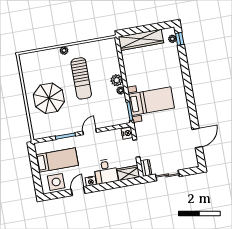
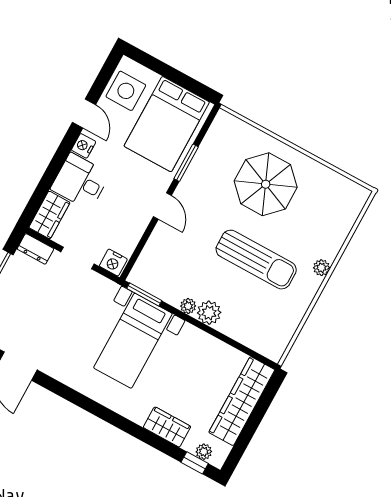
wardrobe: (174, 61) -> (167, 427), added
sun lounger: (81, 78) -> (256, 260), turned 180
bed: (57, 160) -> (167, 124), width x1.50

